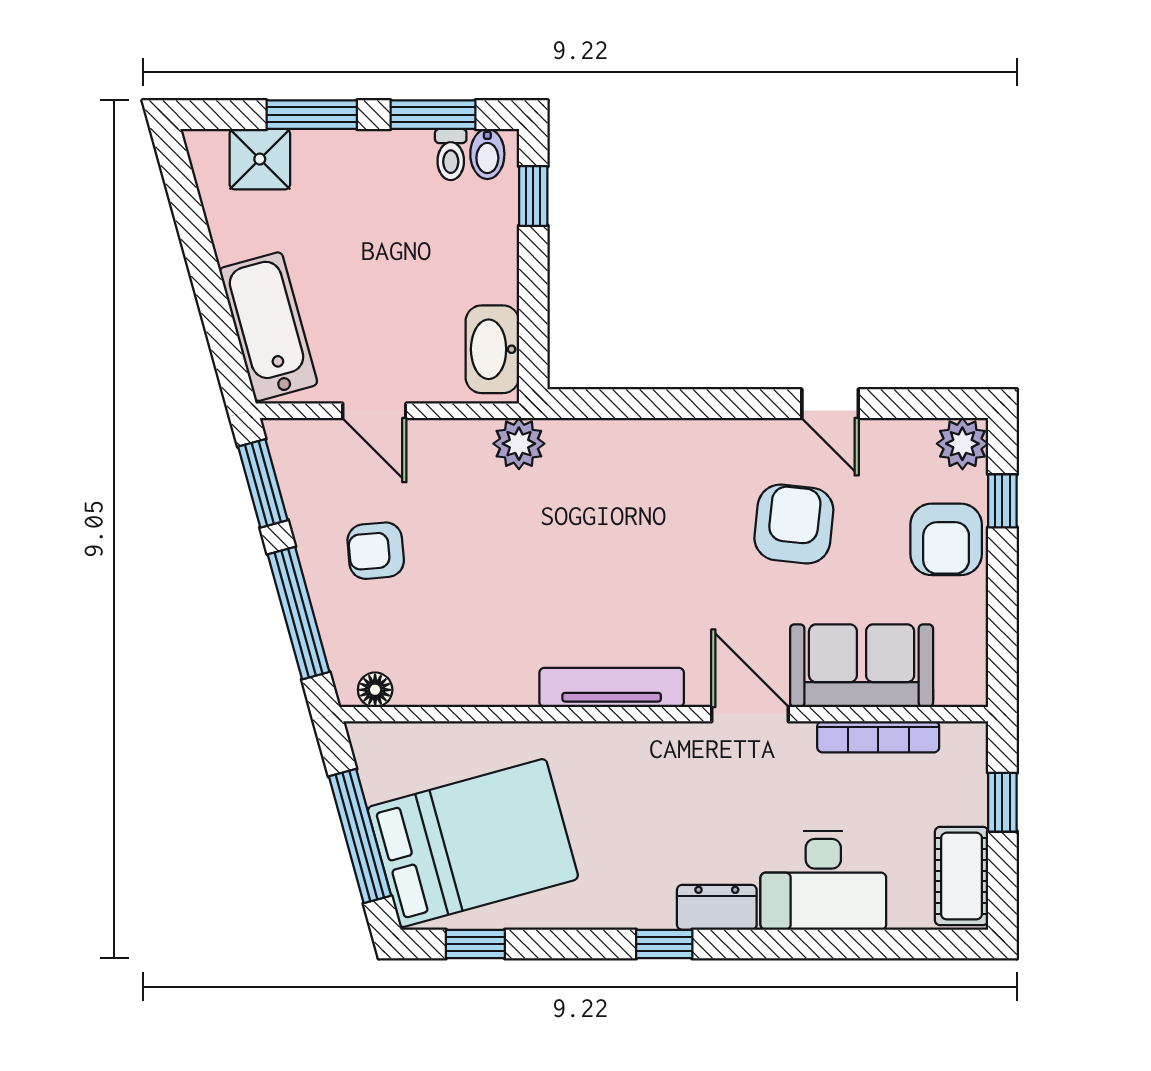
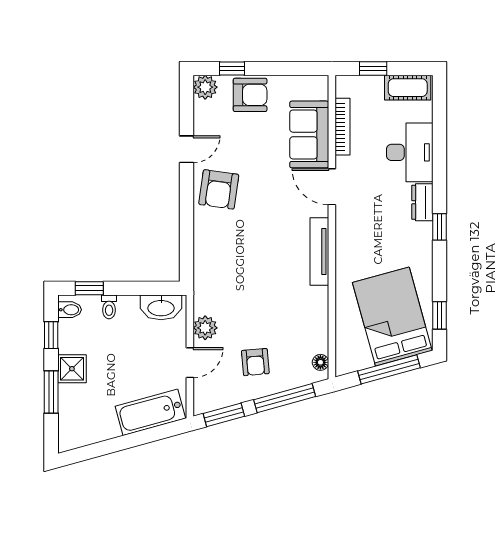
window: (433, 115) -> (51, 335), width x0.67
toilet: (451, 154) -> (109, 307), moved, turned 90
shower: (260, 159) -> (72, 369), moved
plant: (519, 444) -> (205, 328), moved
armchair: (794, 524) -> (219, 189), moved, turned -88
door: (750, 714) -> (332, 187), hinge flipped

